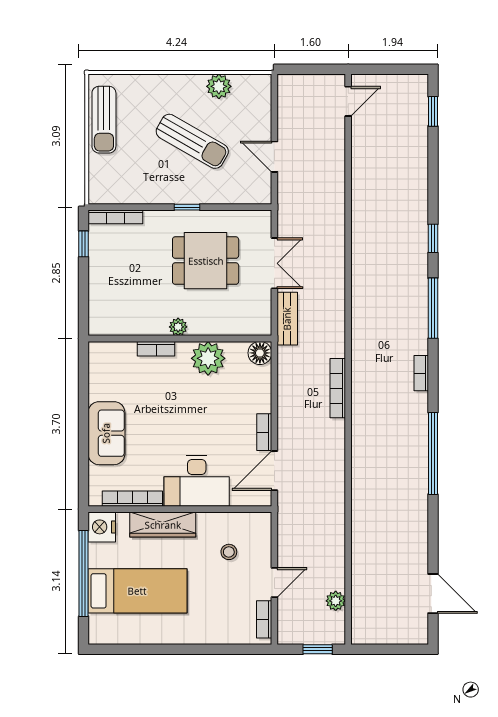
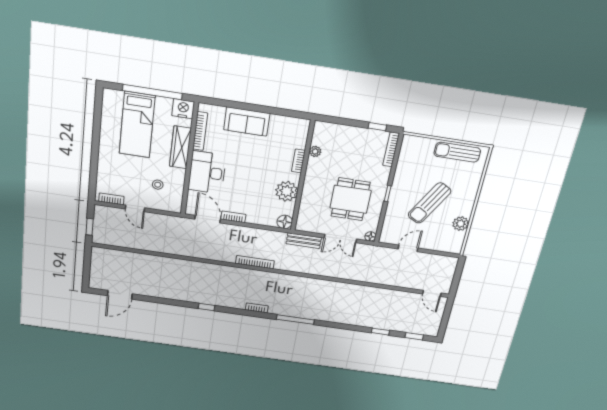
floor lamp: (263, 218) -> (370, 236), added
window: (433, 238) -> (380, 332), moved
plant: (178, 327) -> (315, 151), moved
window: (433, 453) -> (206, 307), width x0.32
plant: (336, 601) -> (120, 241), removed

